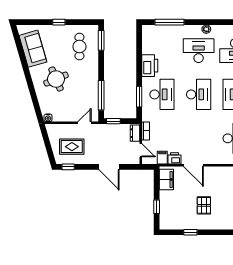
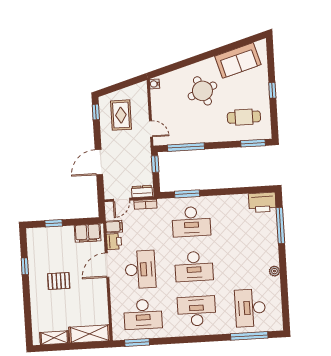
desk: (199, 51) -> (140, 270), moved
printer: (150, 66) -> (262, 202), moved

